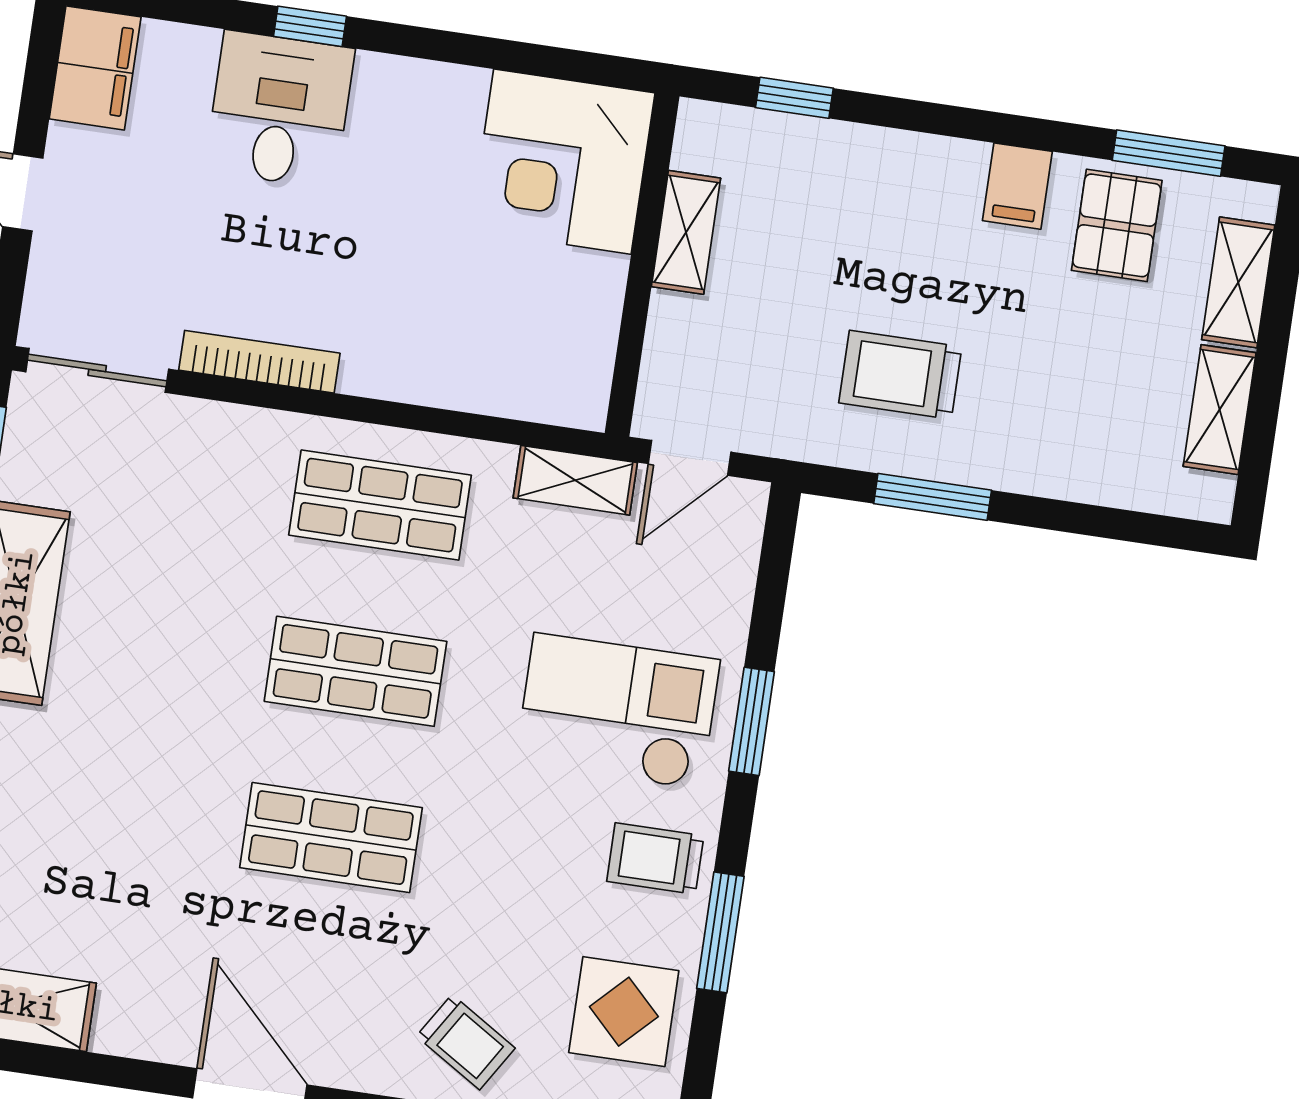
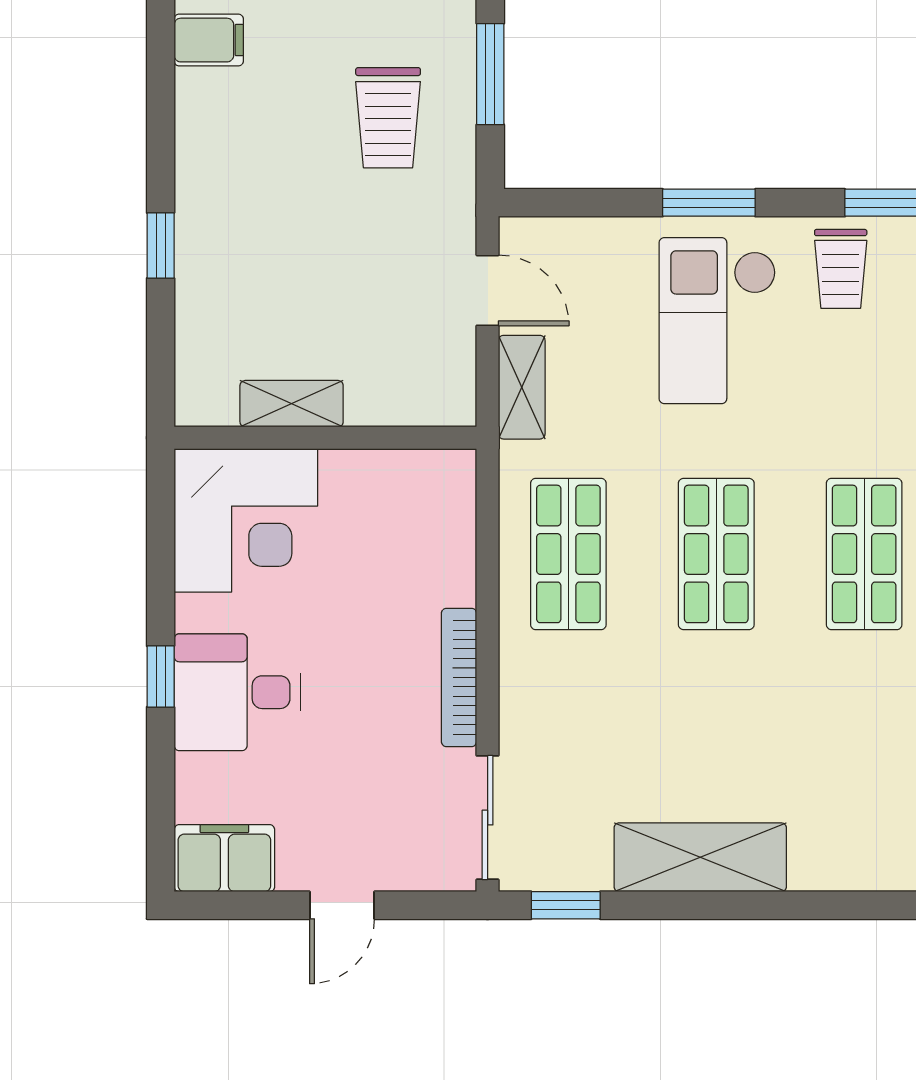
corner desk: (562, 162) -> (246, 520), moved
shelving: (686, 232) -> (292, 404), moved
wall: (642, 265) -> (325, 438), moved

